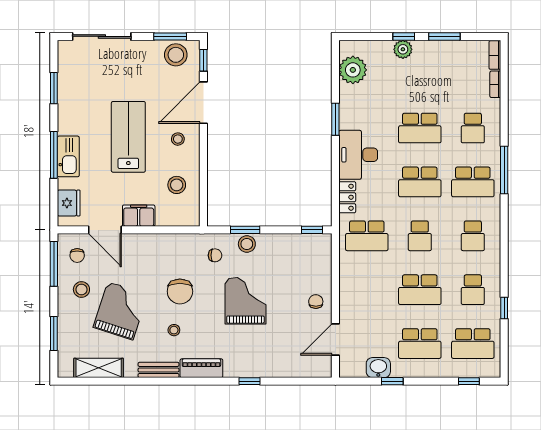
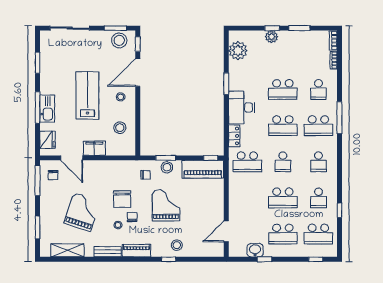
piano: (300, 247) -> (203, 169), added
stool: (81, 289) -> (177, 245), moved
chair: (316, 302) -> (132, 217), moved

